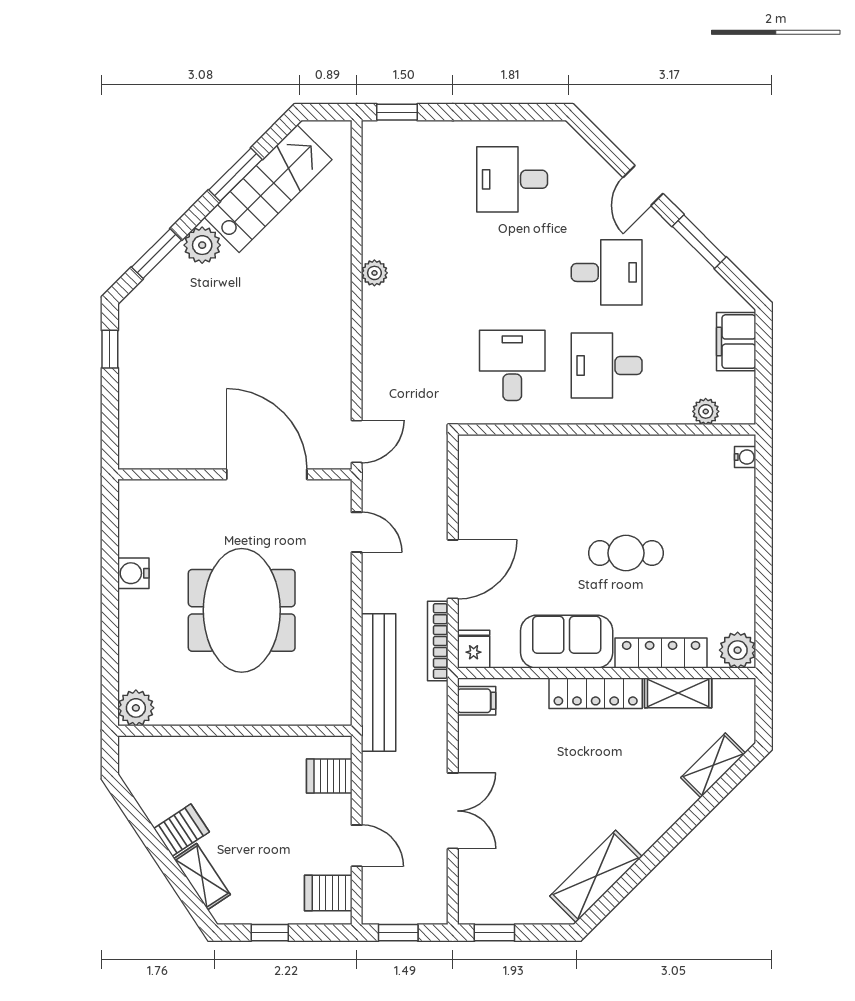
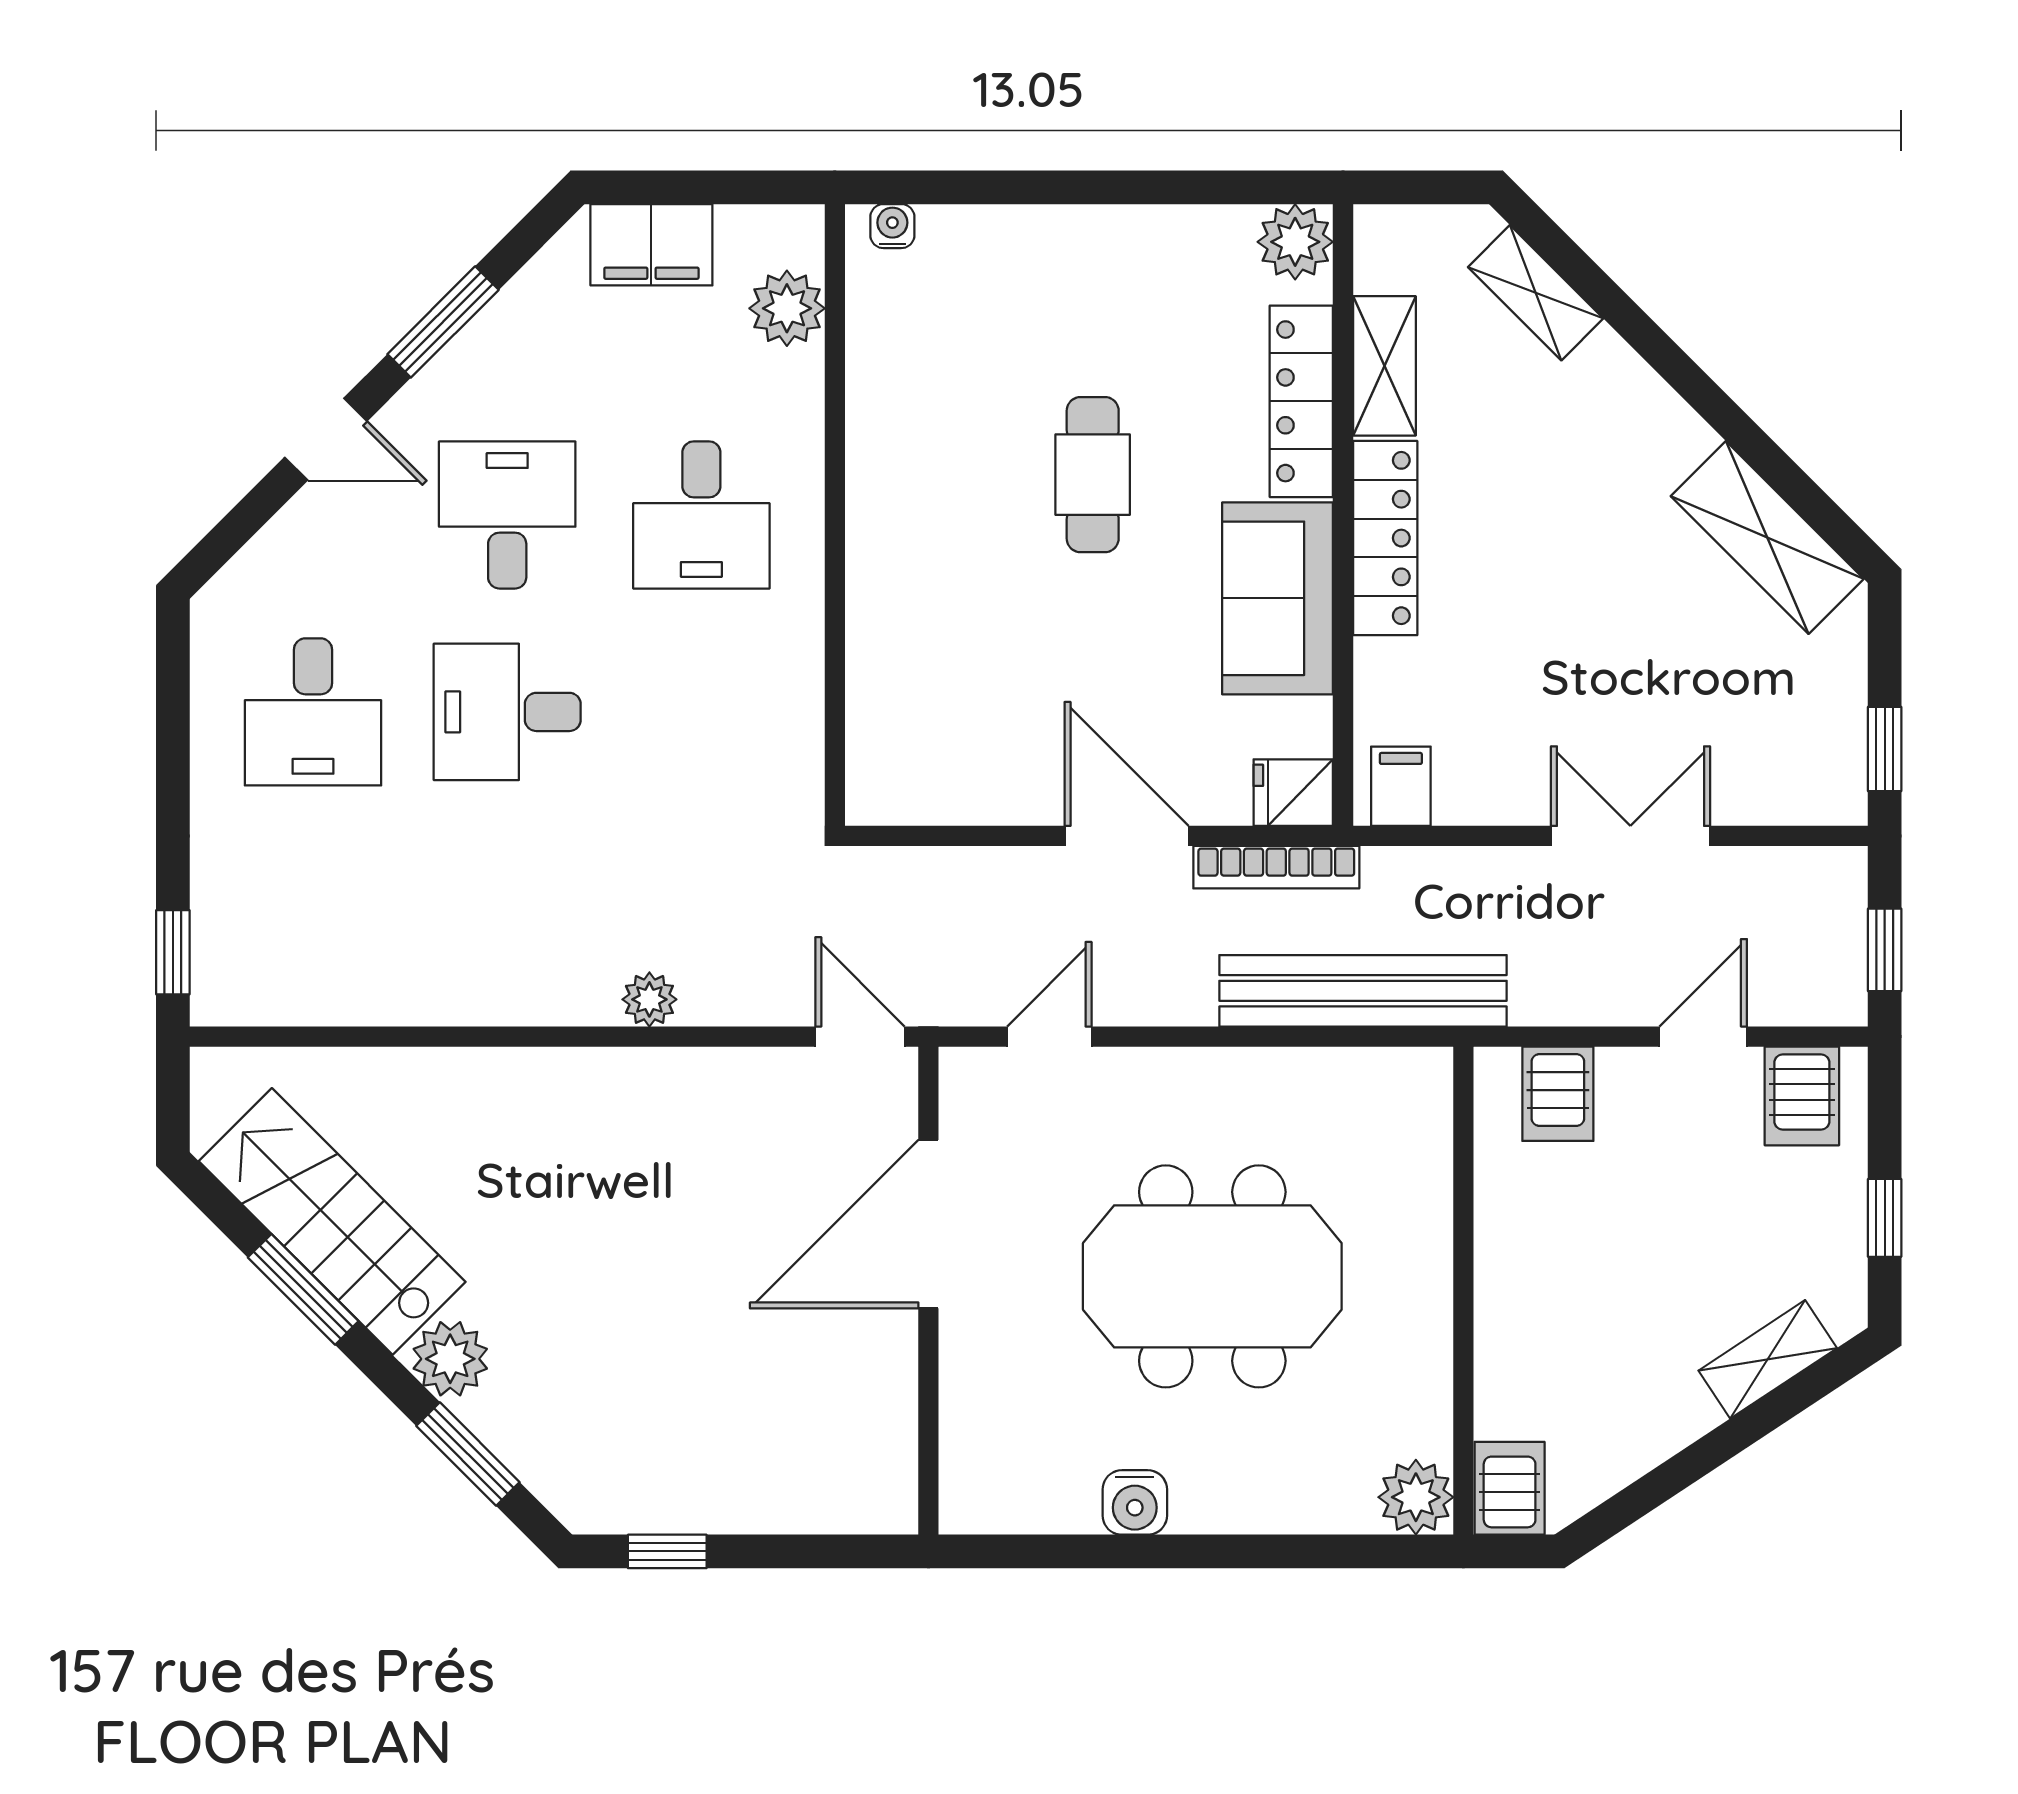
plant: (374, 273) -> (649, 999), moved
desk: (512, 365) -> (507, 712), moved
plant: (706, 411) -> (787, 308), width x1.38, depth x1.38
server rack: (181, 830) -> (1510, 1488), moved, turned 33

